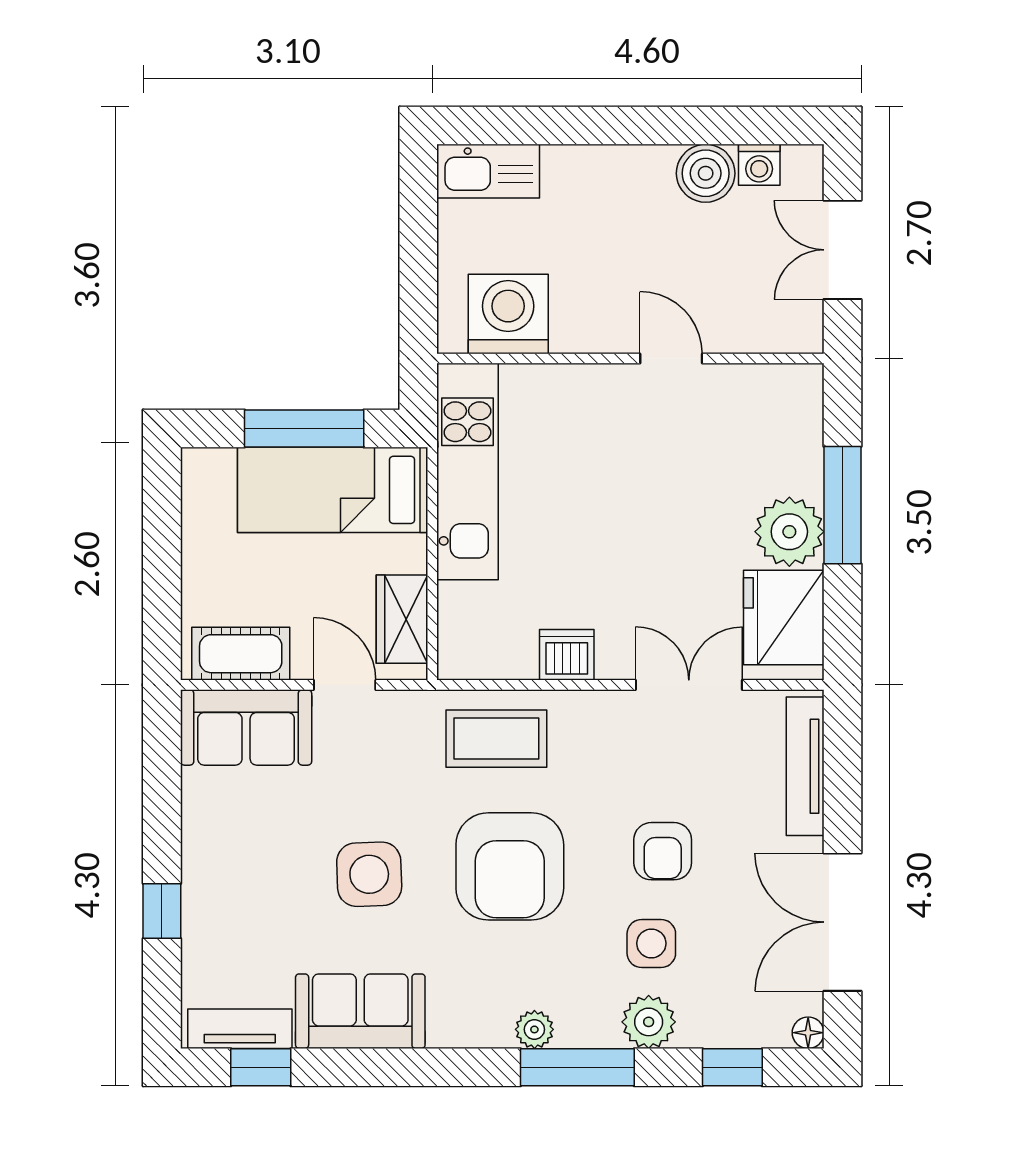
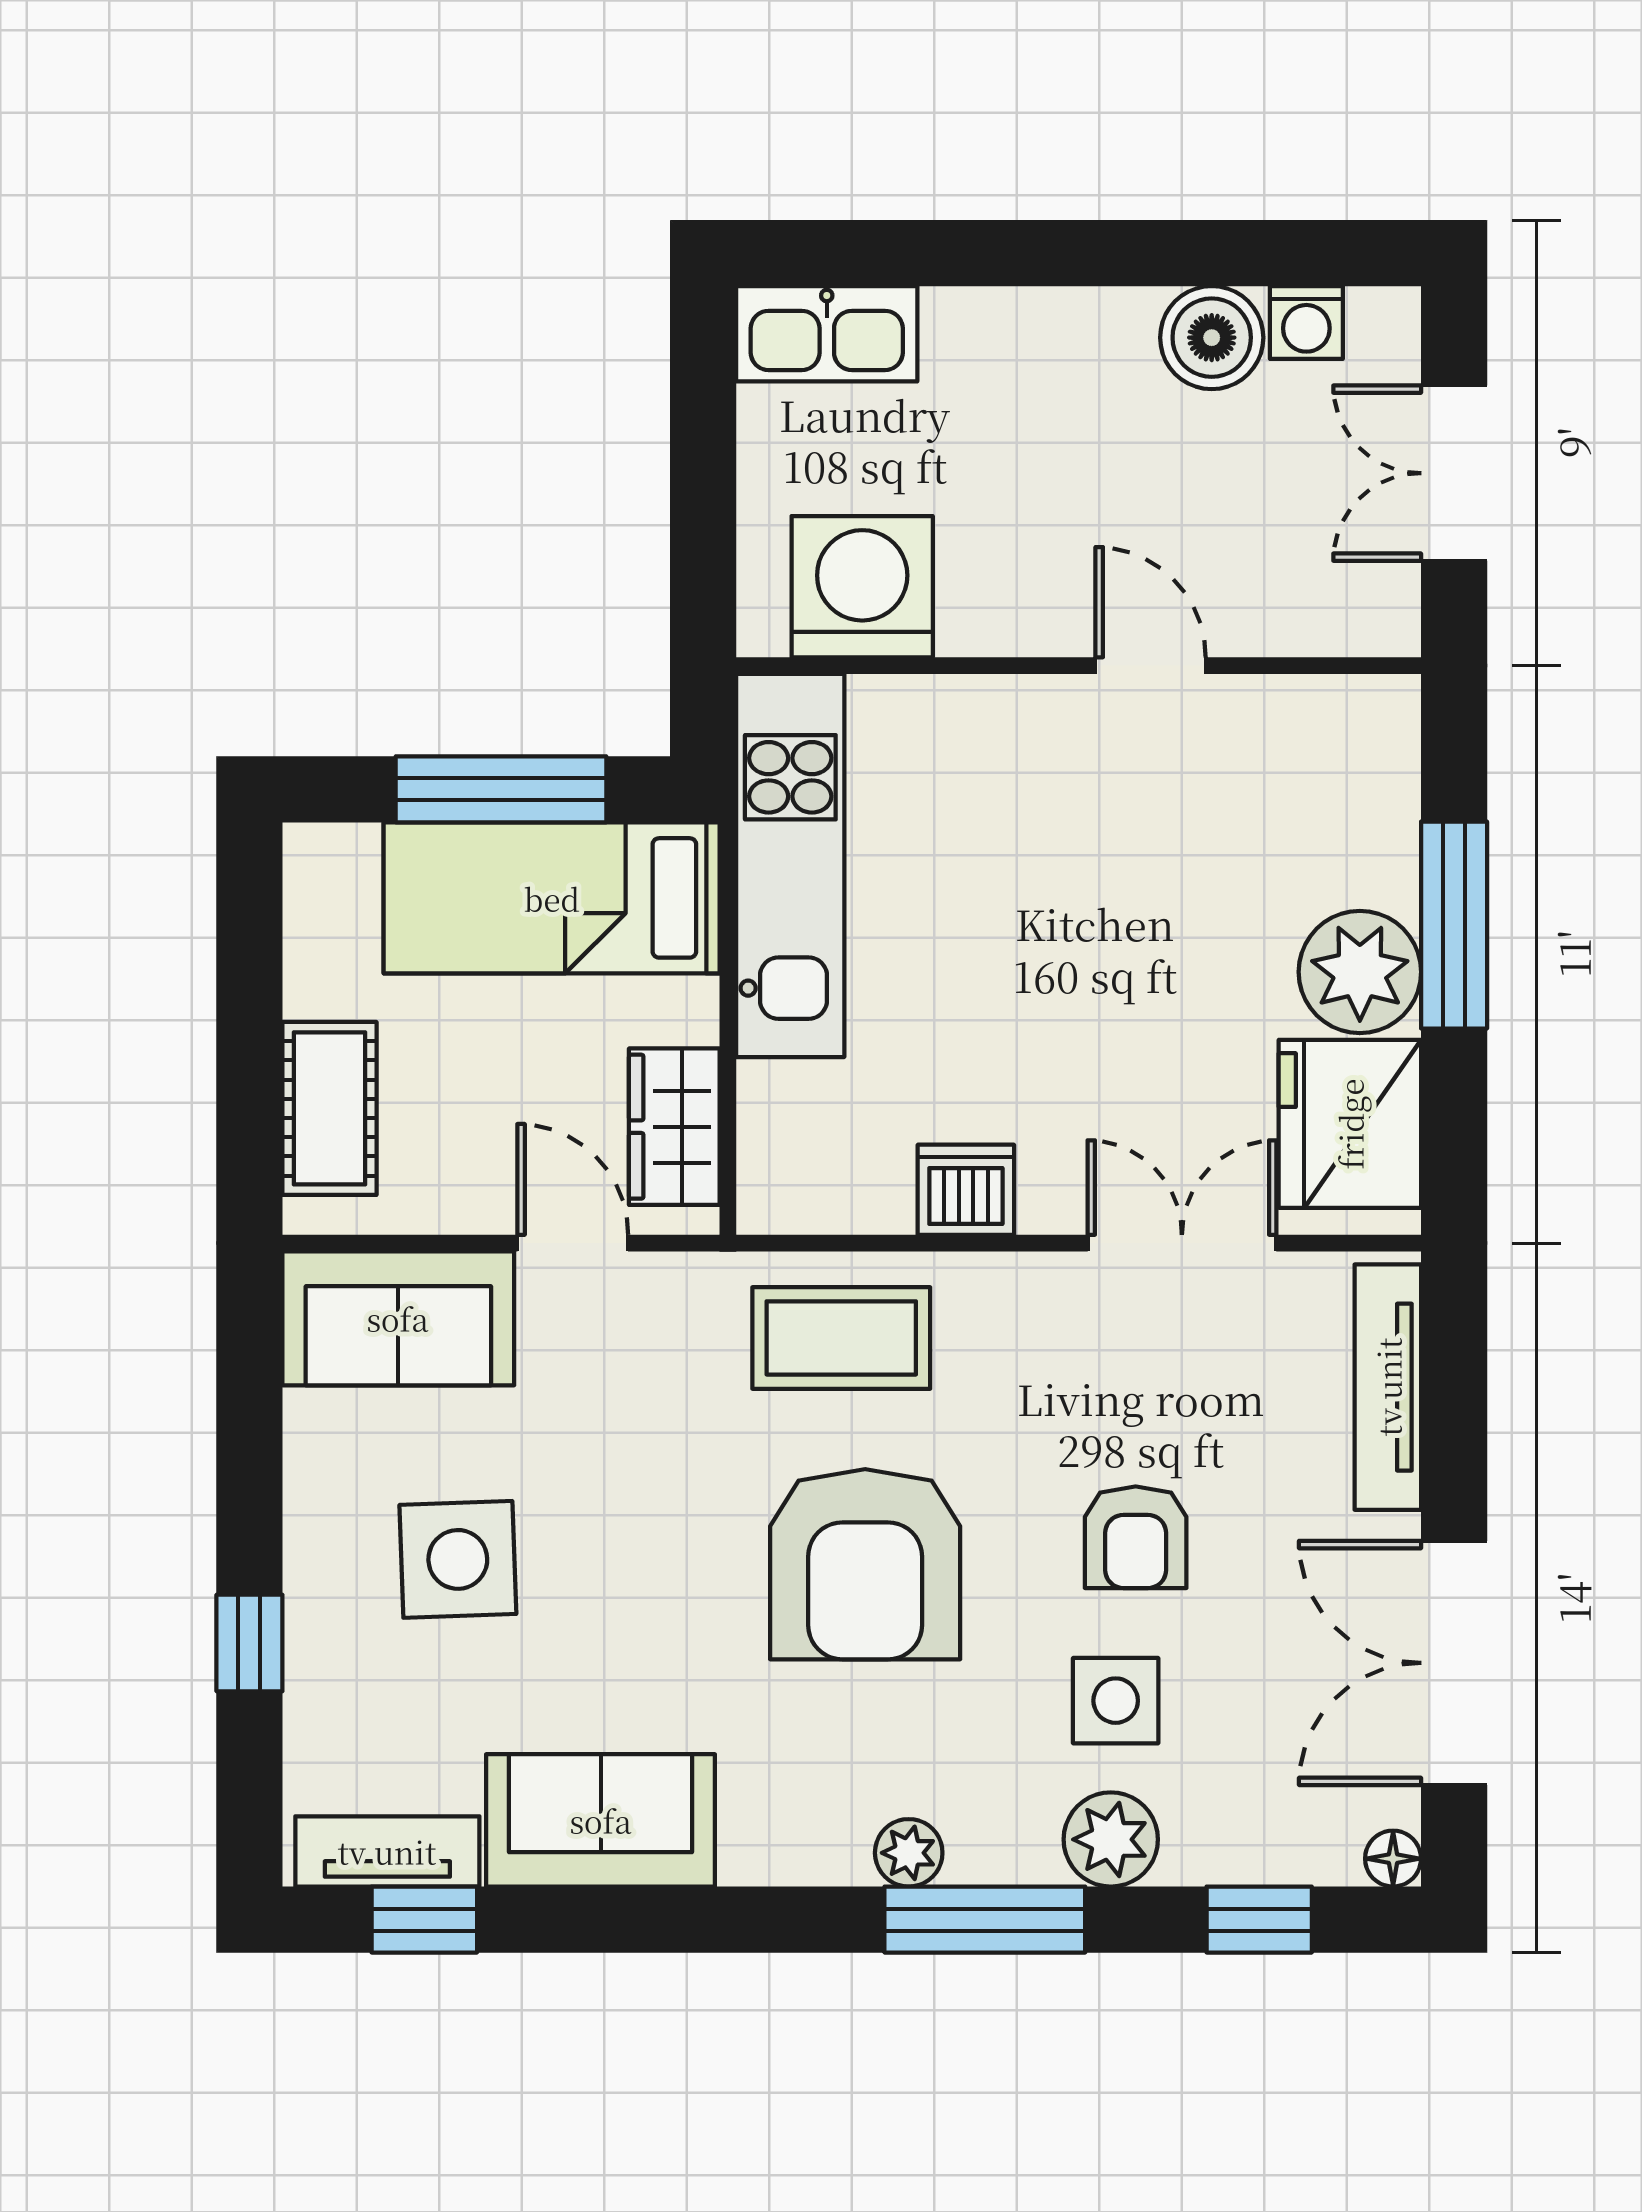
cot: (241, 654) -> (329, 1108), moved, turned 90
side table: (369, 874) -> (458, 1559), moved

